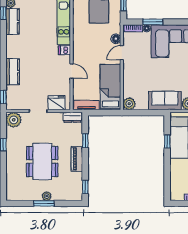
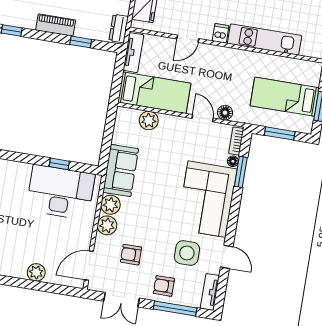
plant: (129, 104) -> (149, 120), moved

